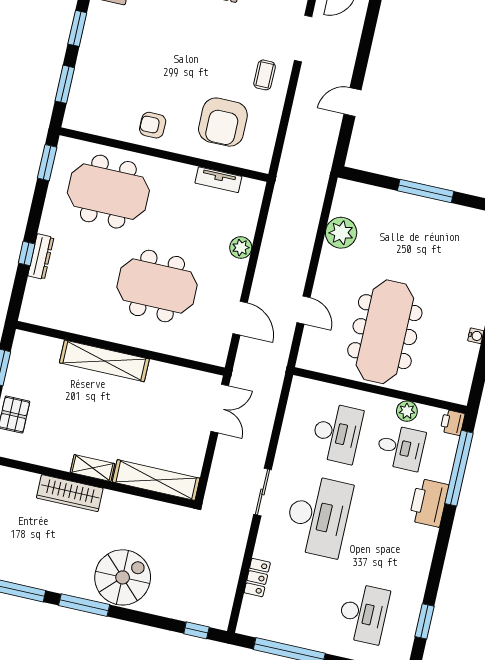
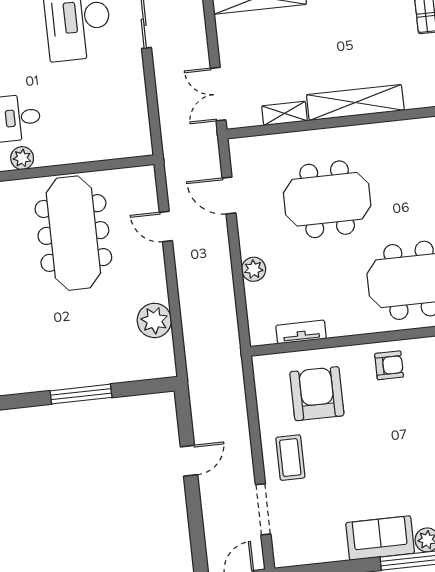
coffee table: (265, 75) -> (290, 458), width x1.36, depth x1.30
shelving: (168, 372) -> (285, 113), added
desk: (337, 433) -> (87, 110), removed

